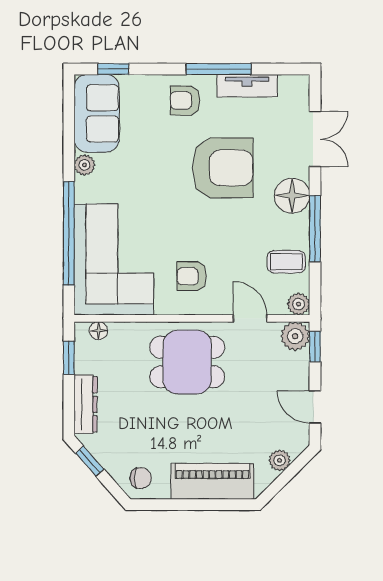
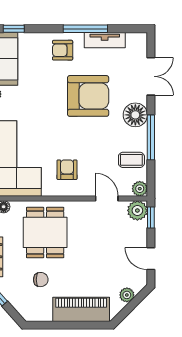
armchair: (192, 276) -> (67, 170), turned 90
dining table: (187, 362) -> (45, 232), moved, turned 90
chair: (141, 478) -> (41, 280), moved

